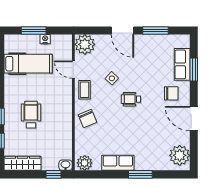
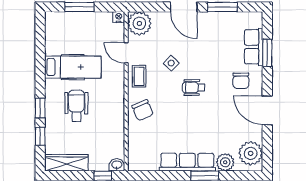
nightstand: (45, 39) -> (119, 17), moved
hospital bed: (28, 64) -> (73, 67), moved
chair: (171, 93) -> (241, 81), turned 90
plant: (85, 163) -> (225, 162), moved
row of seats: (118, 163) -> (187, 162), width x1.48

